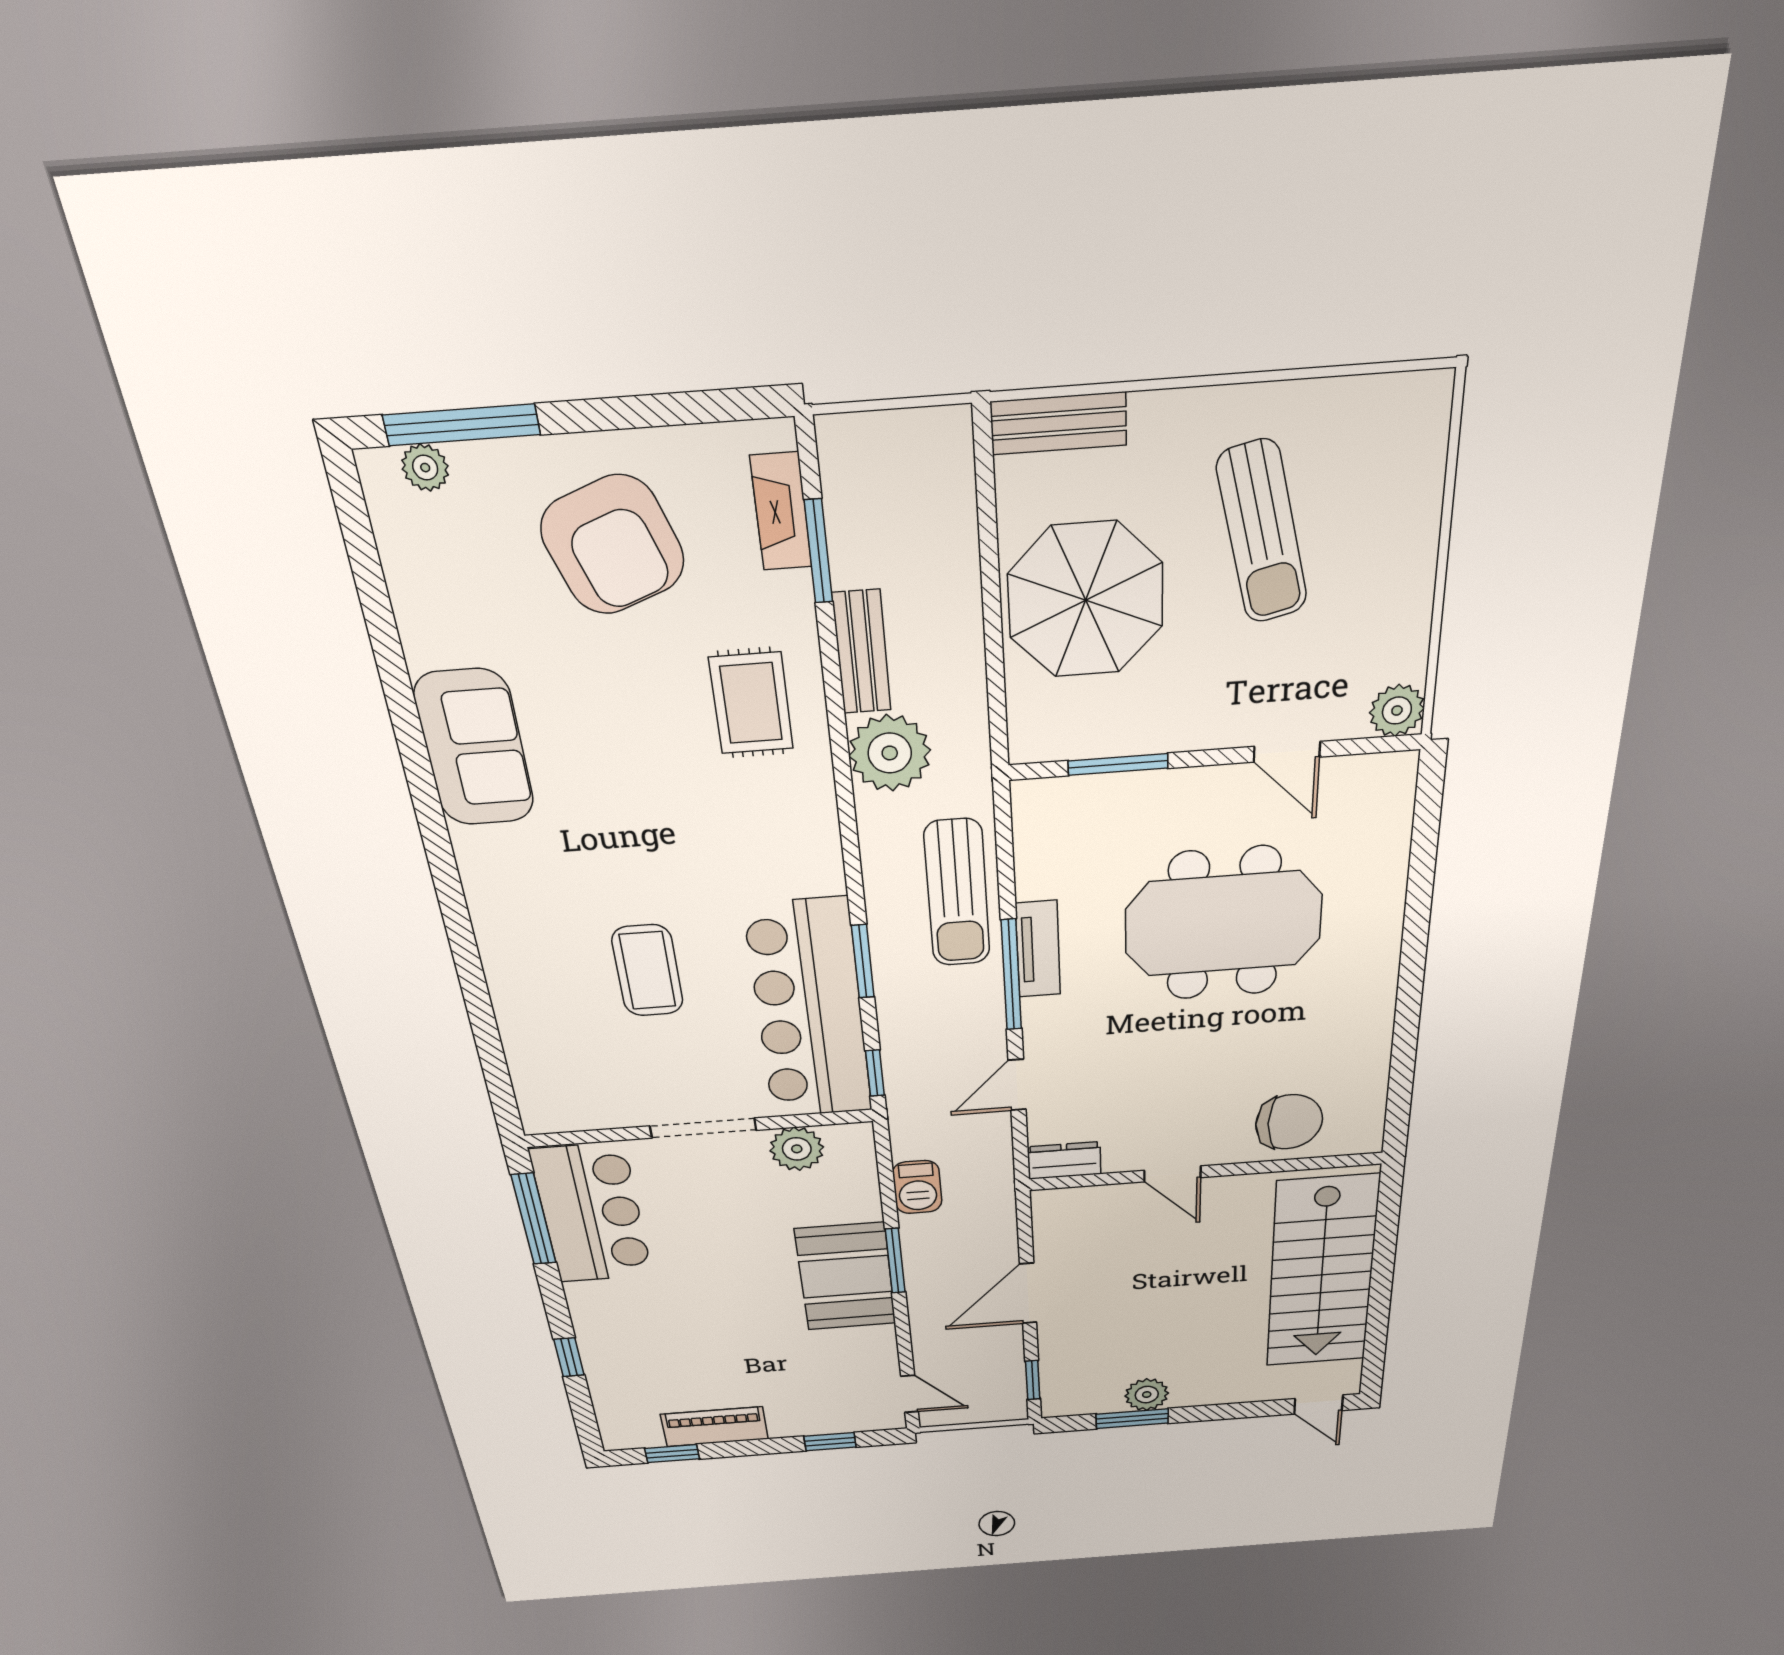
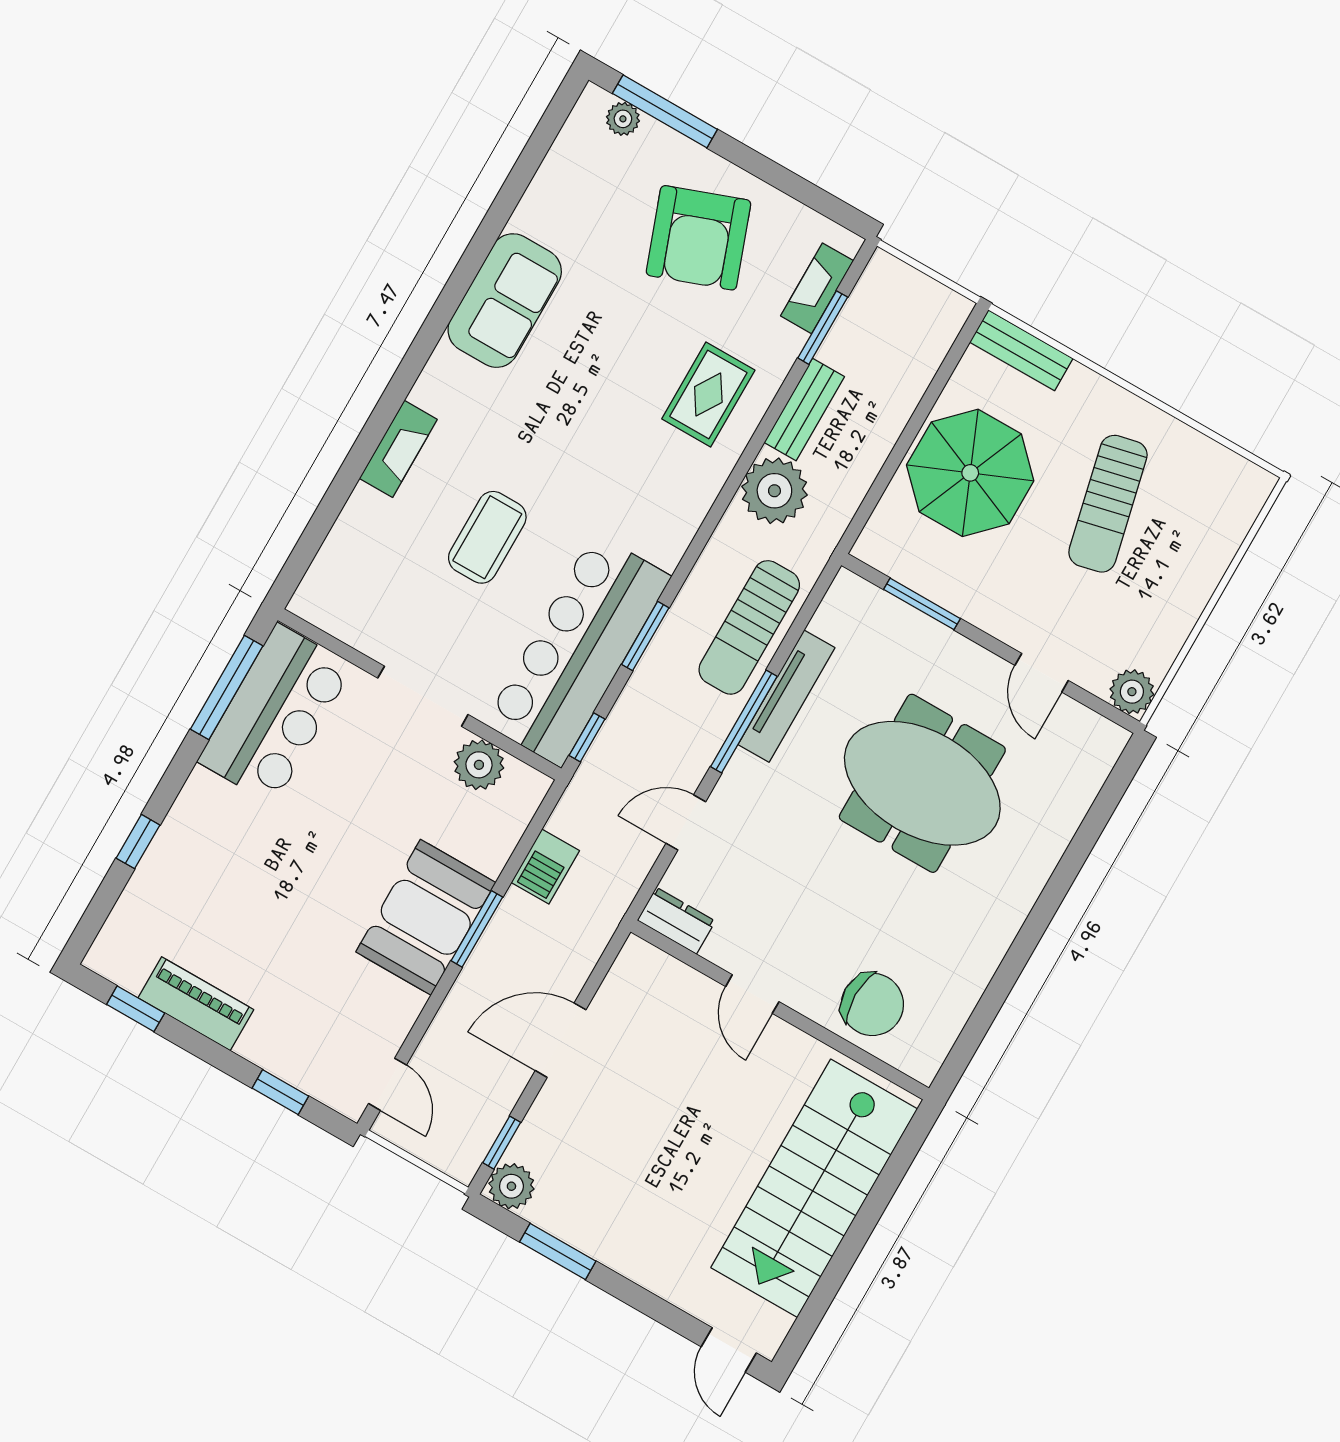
fireplace: (500, 949) -> (398, 449), added
tv unit: (1038, 949) -> (787, 696), width x1.41
plant: (1147, 1395) -> (511, 1186), moved

